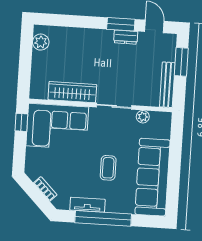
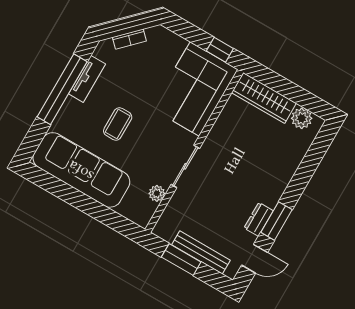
window: (181, 62) -> (181, 259), moved
bench: (167, 85) -> (201, 252), moved
wardrobe: (72, 92) -> (264, 98), moved, turned 90
coffee table: (108, 168) -> (118, 124), turned 90

